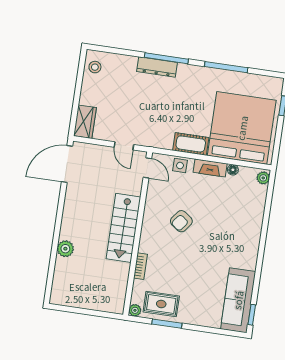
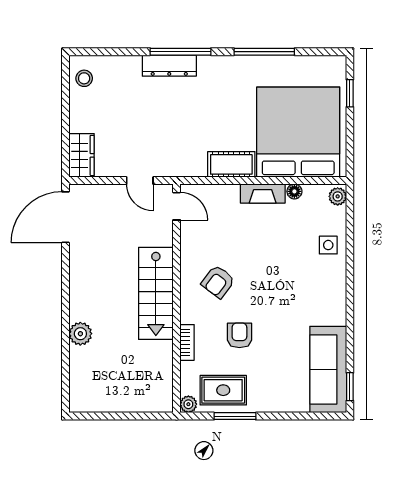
side table: (180, 166) -> (328, 245), moved
armchair: (181, 221) -> (218, 282), moved
armchair: (179, 267) -> (239, 335), added

